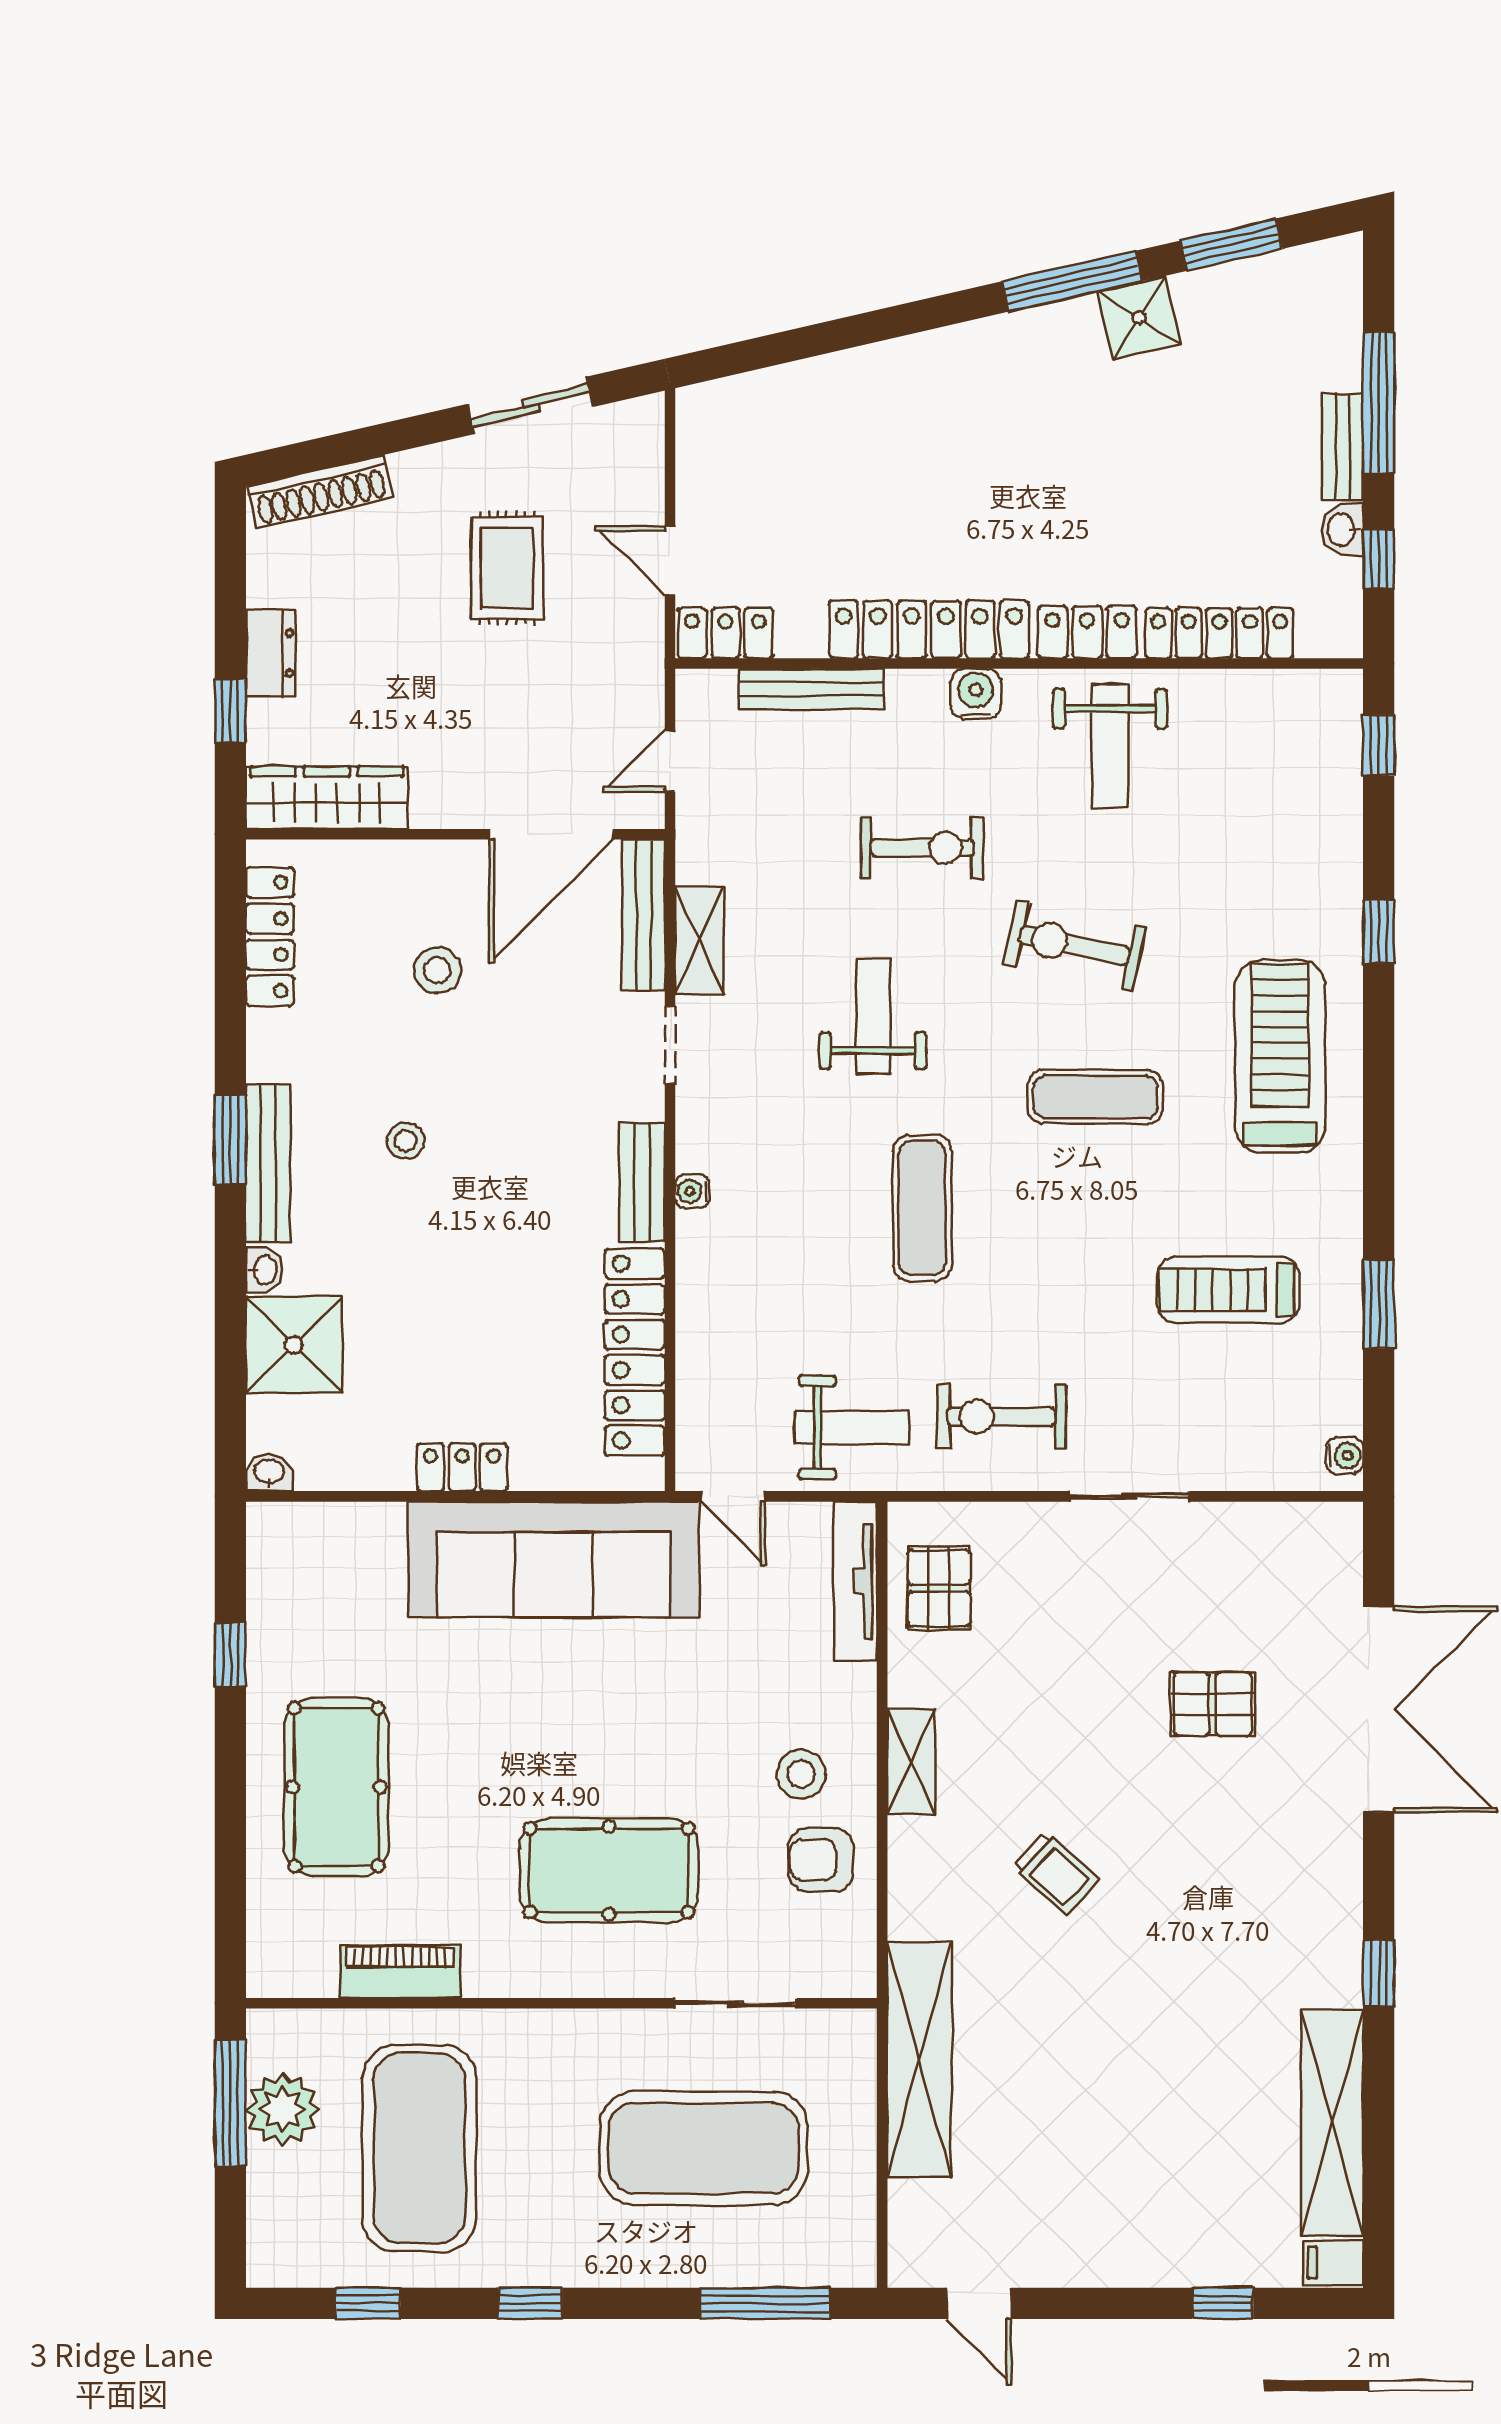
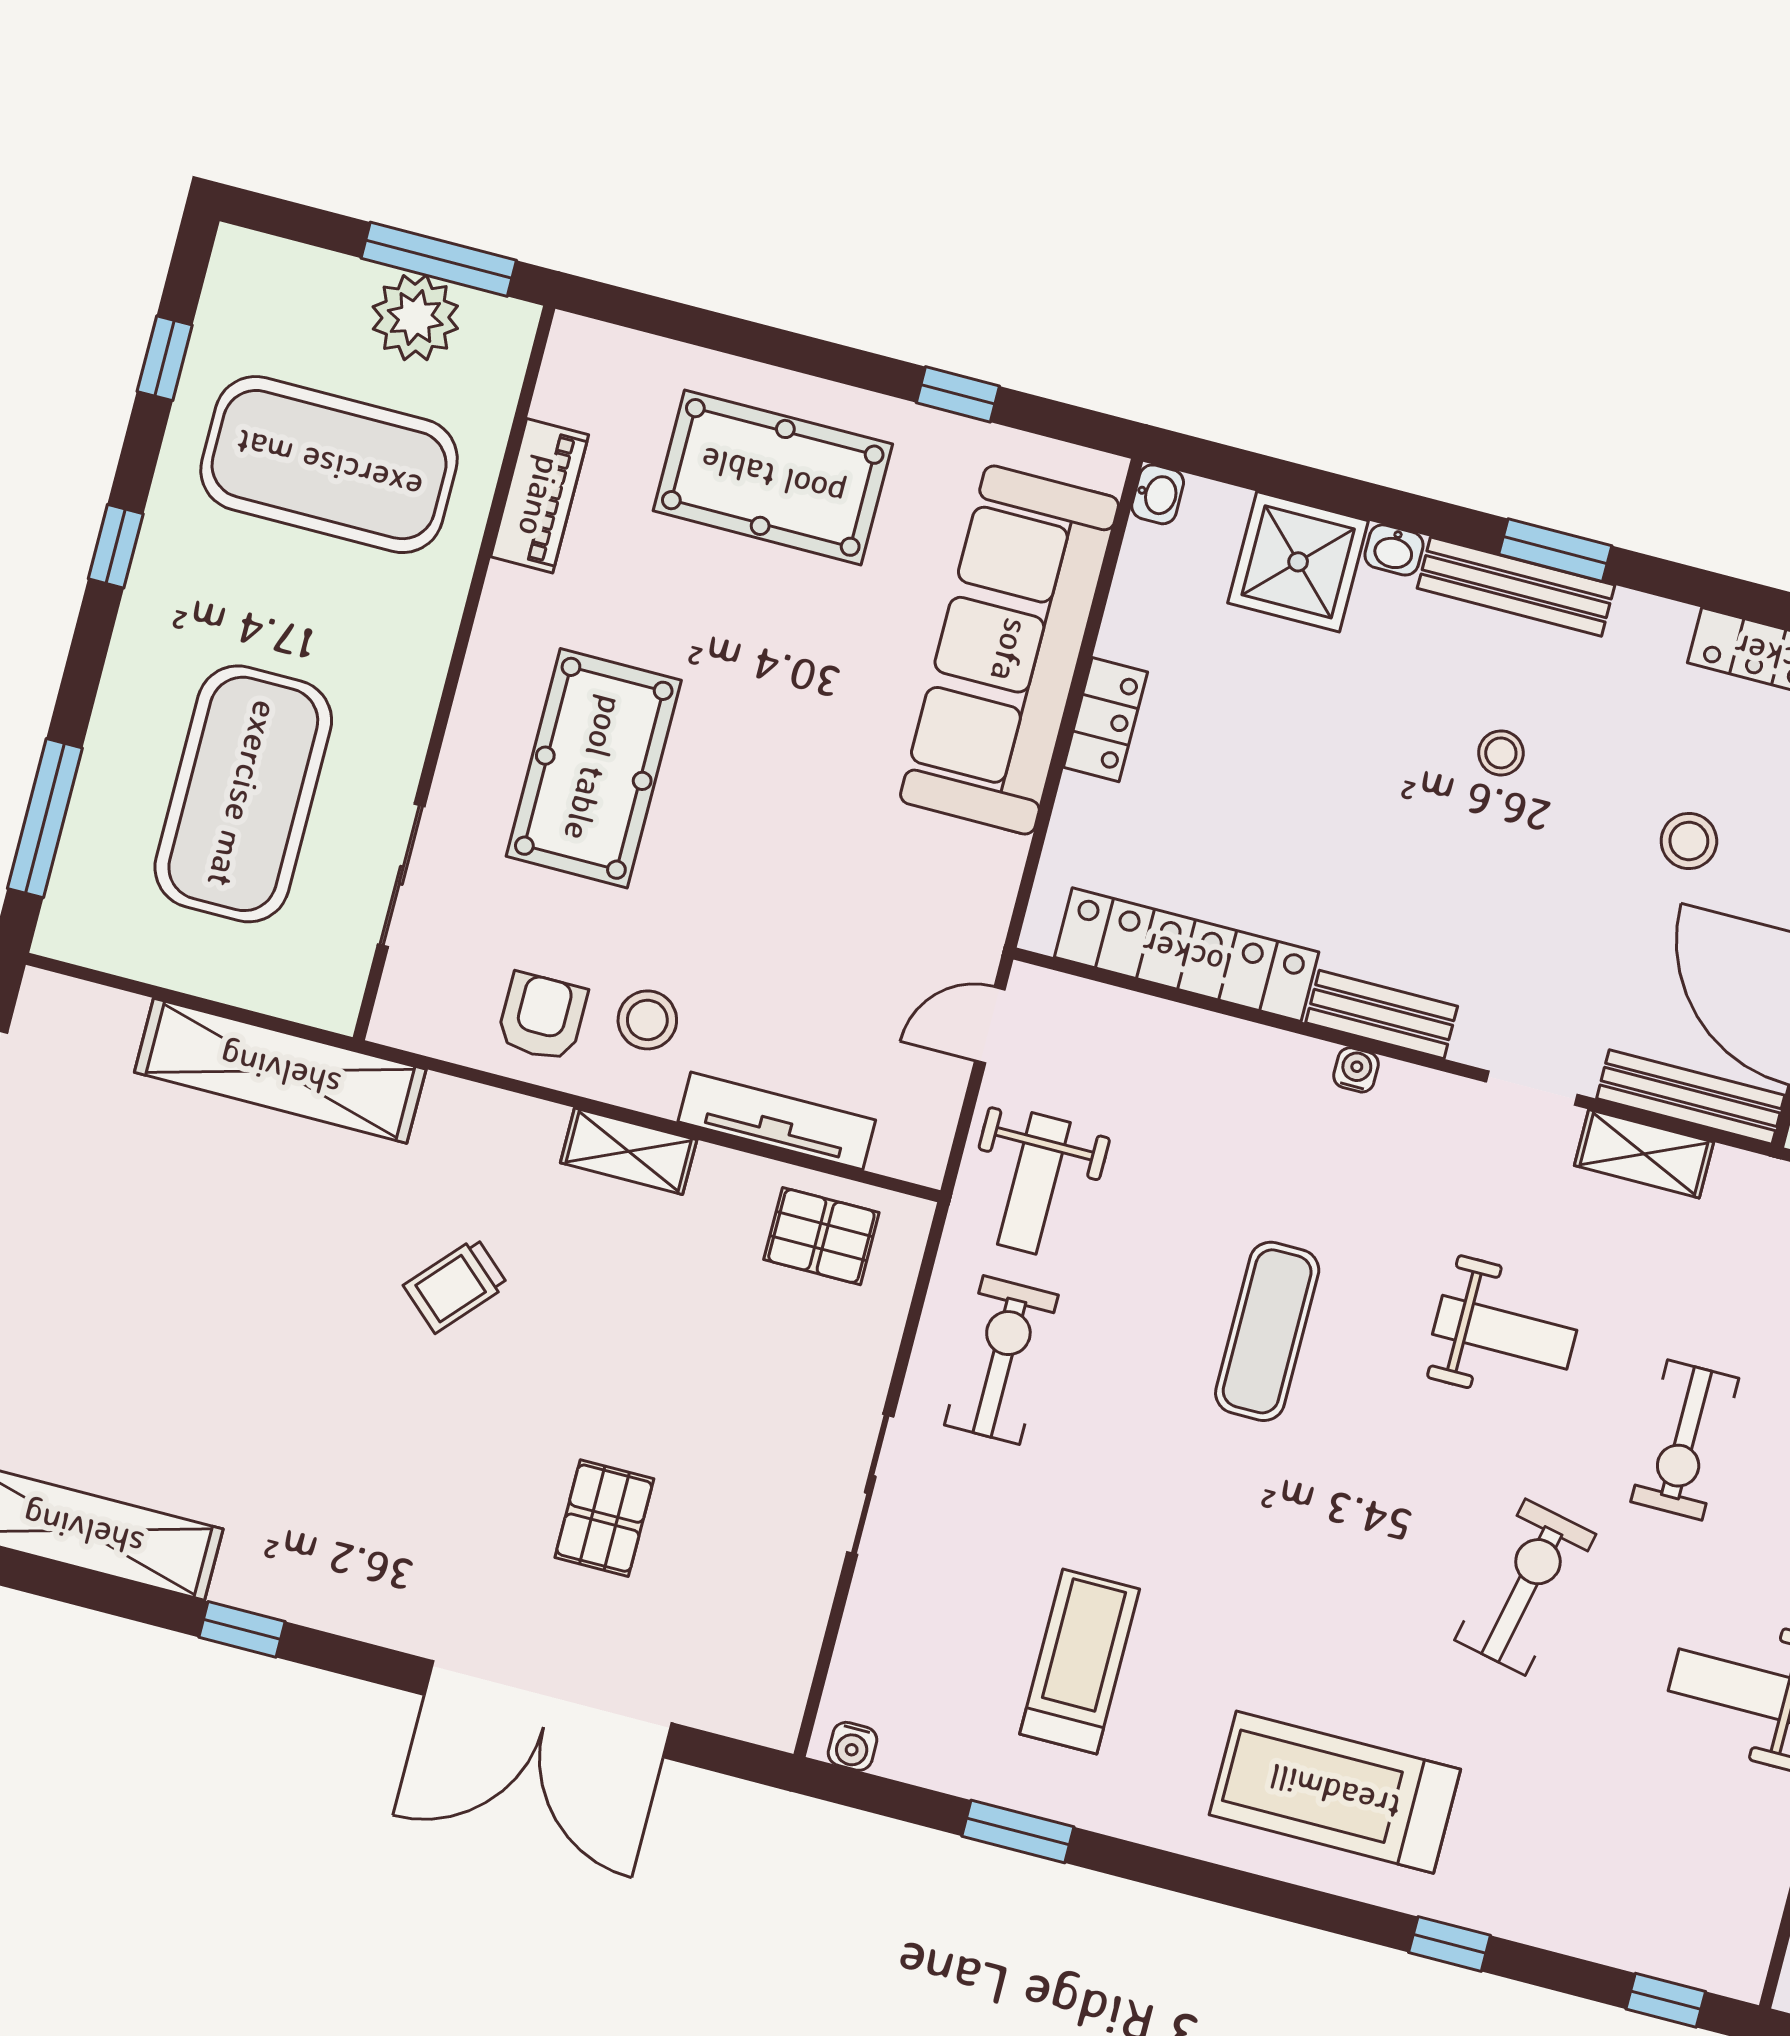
treadmill: (1280, 1056) -> (1335, 1792), turned 180
exercise mat: (1095, 1097) -> (1343, 1566), removed
exercise mat: (922, 1208) -> (1267, 1331), turned 90
sofa: (554, 1559) -> (1010, 650), moved
tv unit: (855, 1581) -> (777, 1121), moved

